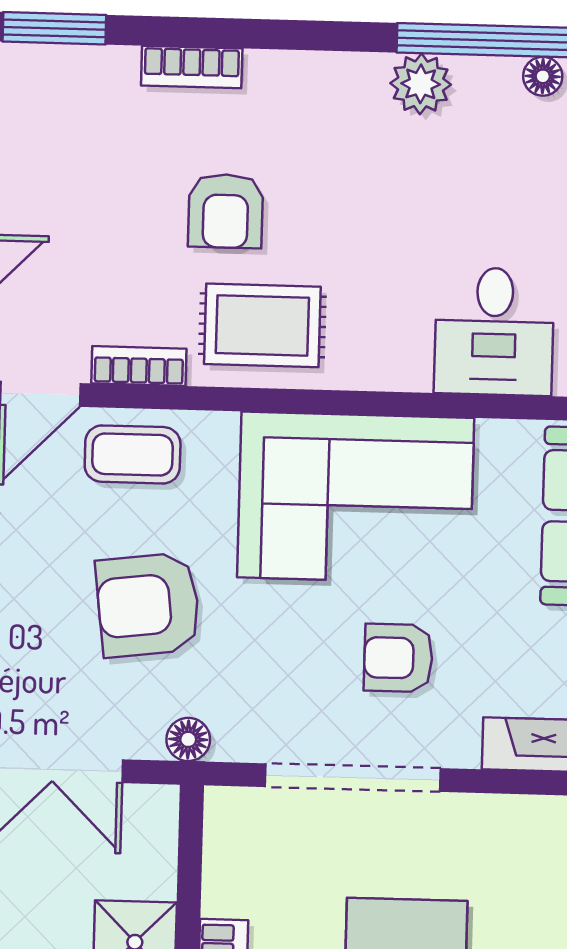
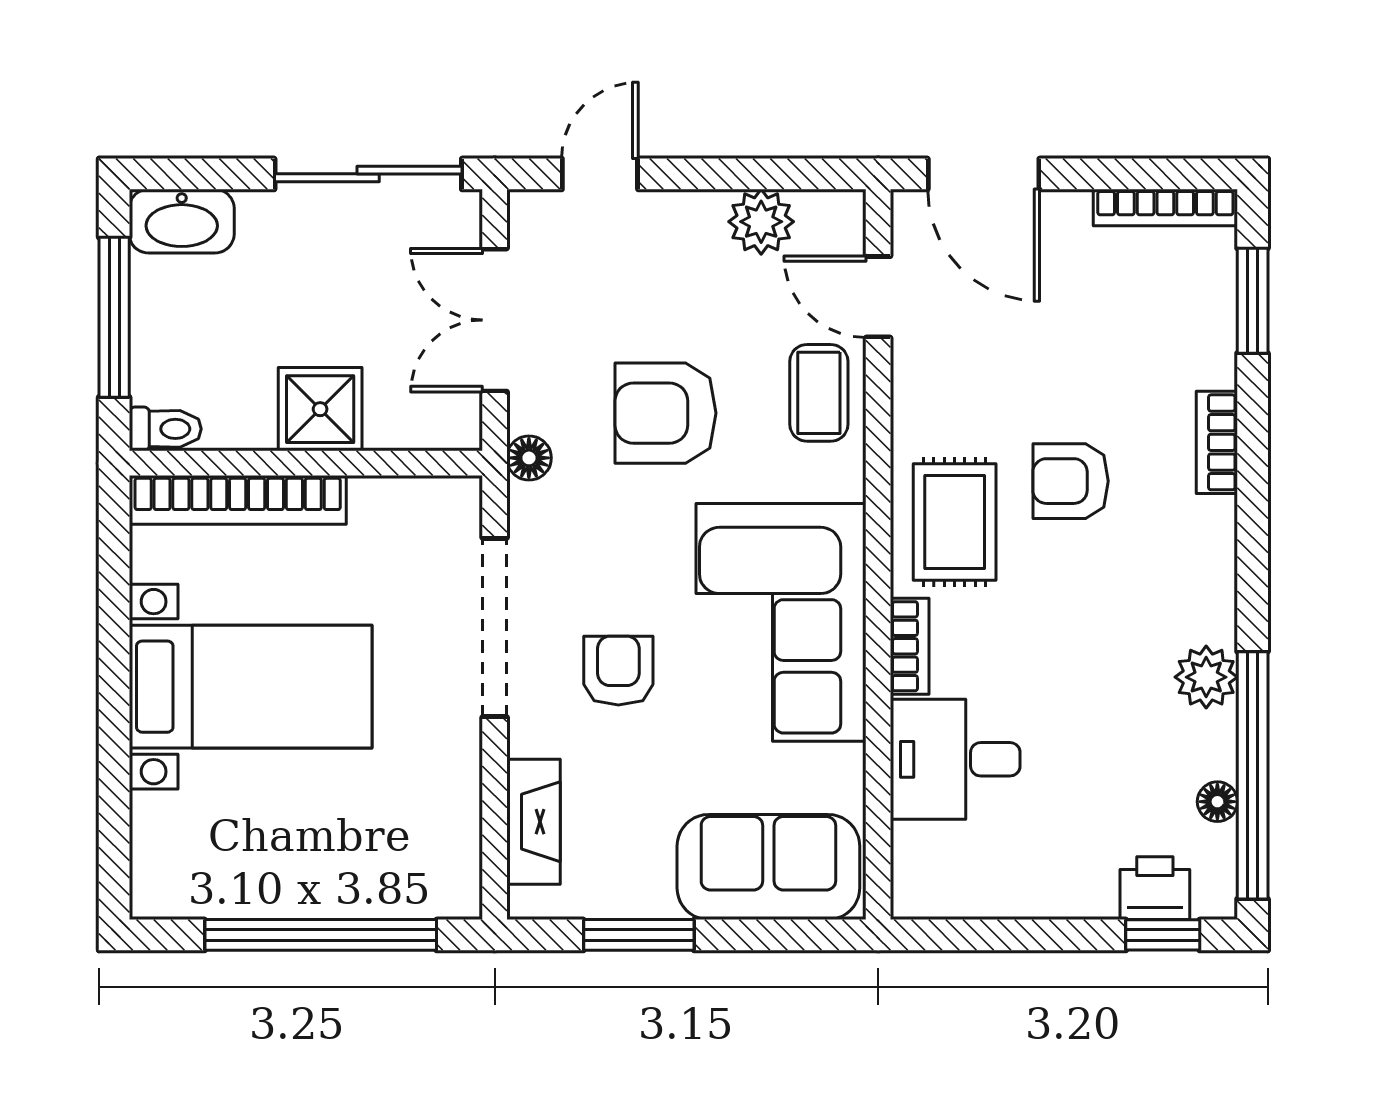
bookcase: (139, 366) -> (910, 646), moved
armchair: (148, 605) -> (665, 413), turned -83

